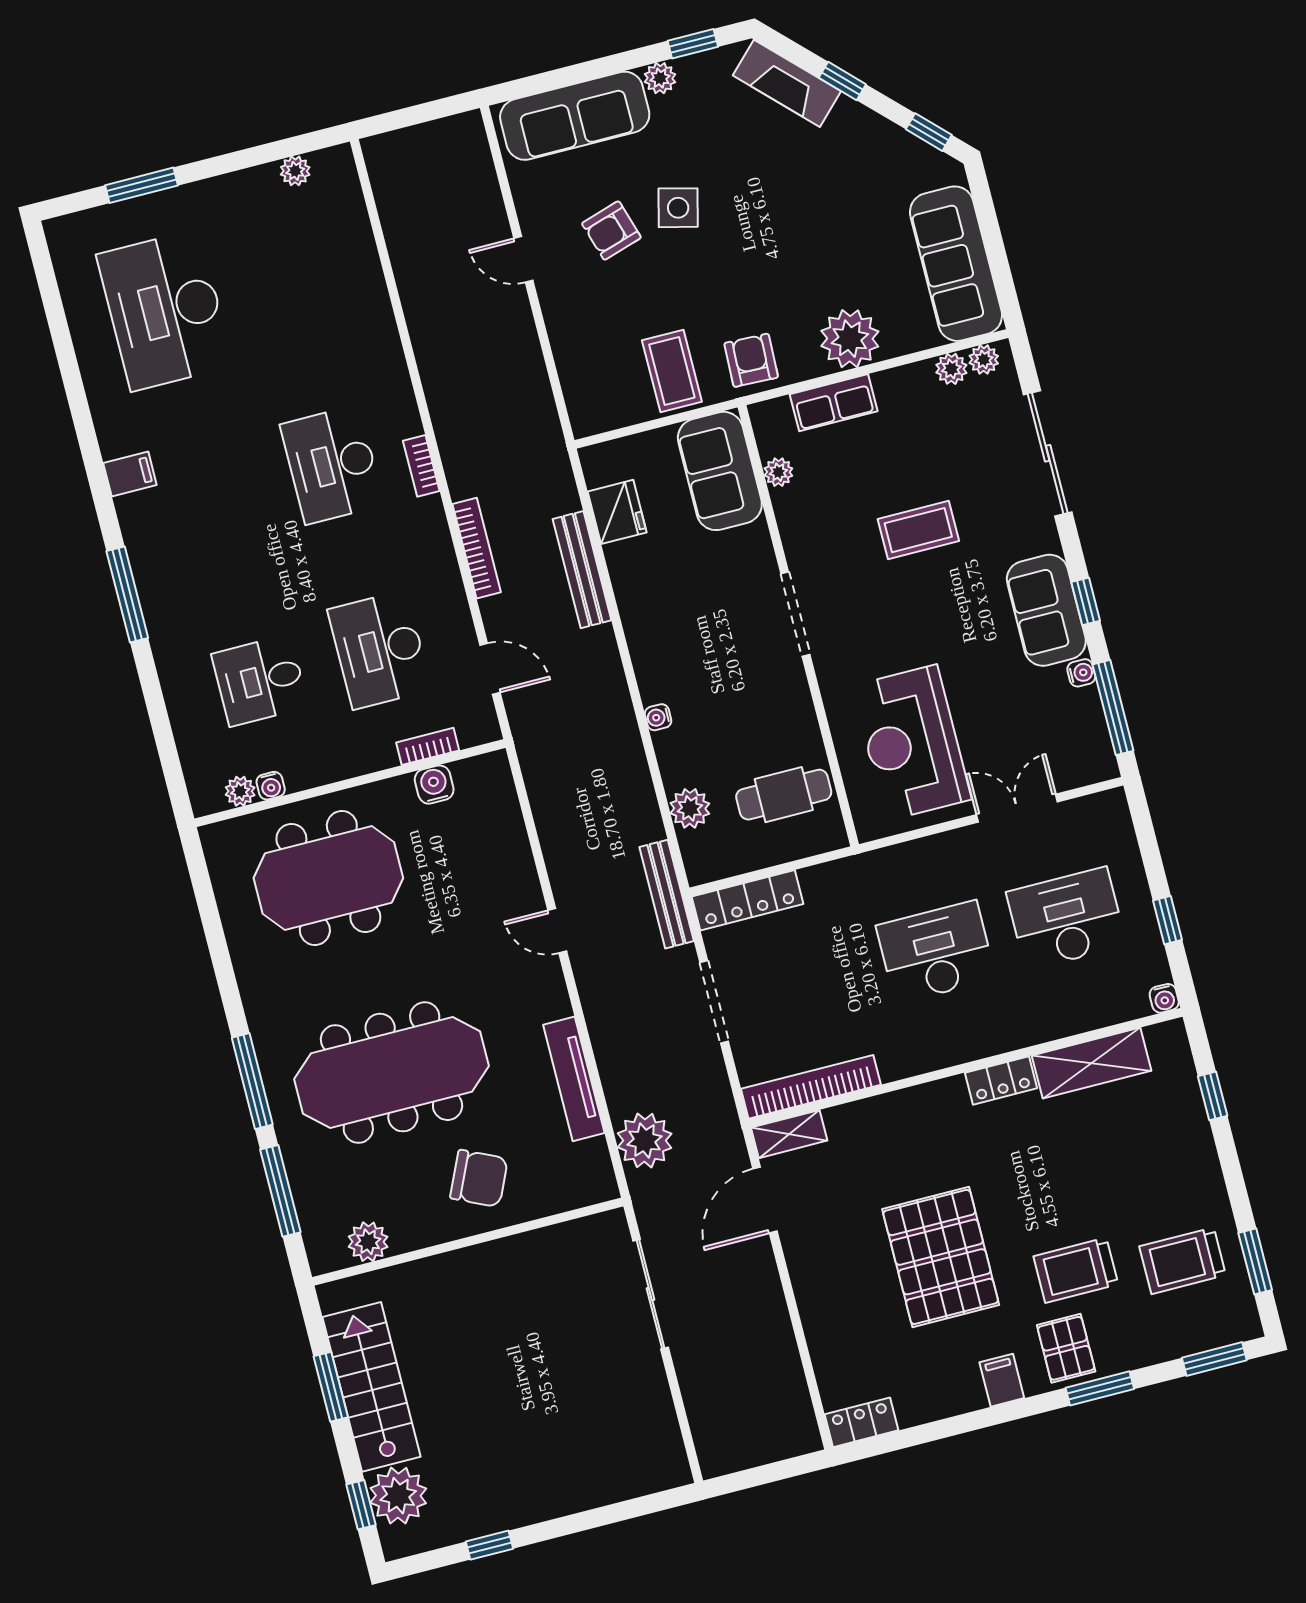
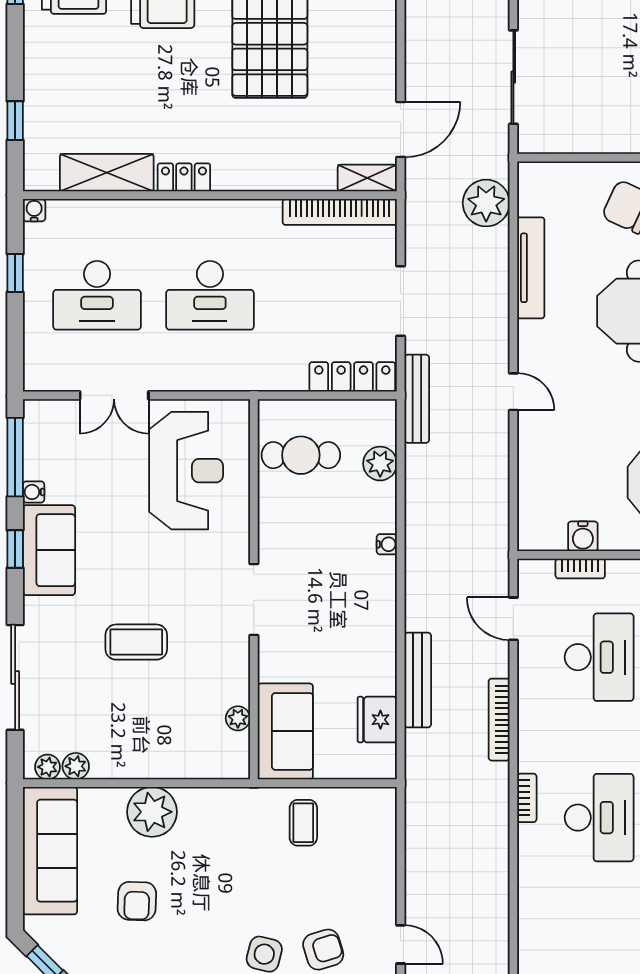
armchair: (751, 360) -> (137, 901), moved
coffee table: (672, 371) -> (303, 823), width x0.73, depth x0.77
row of seats: (834, 403) -> (179, 763), removed

